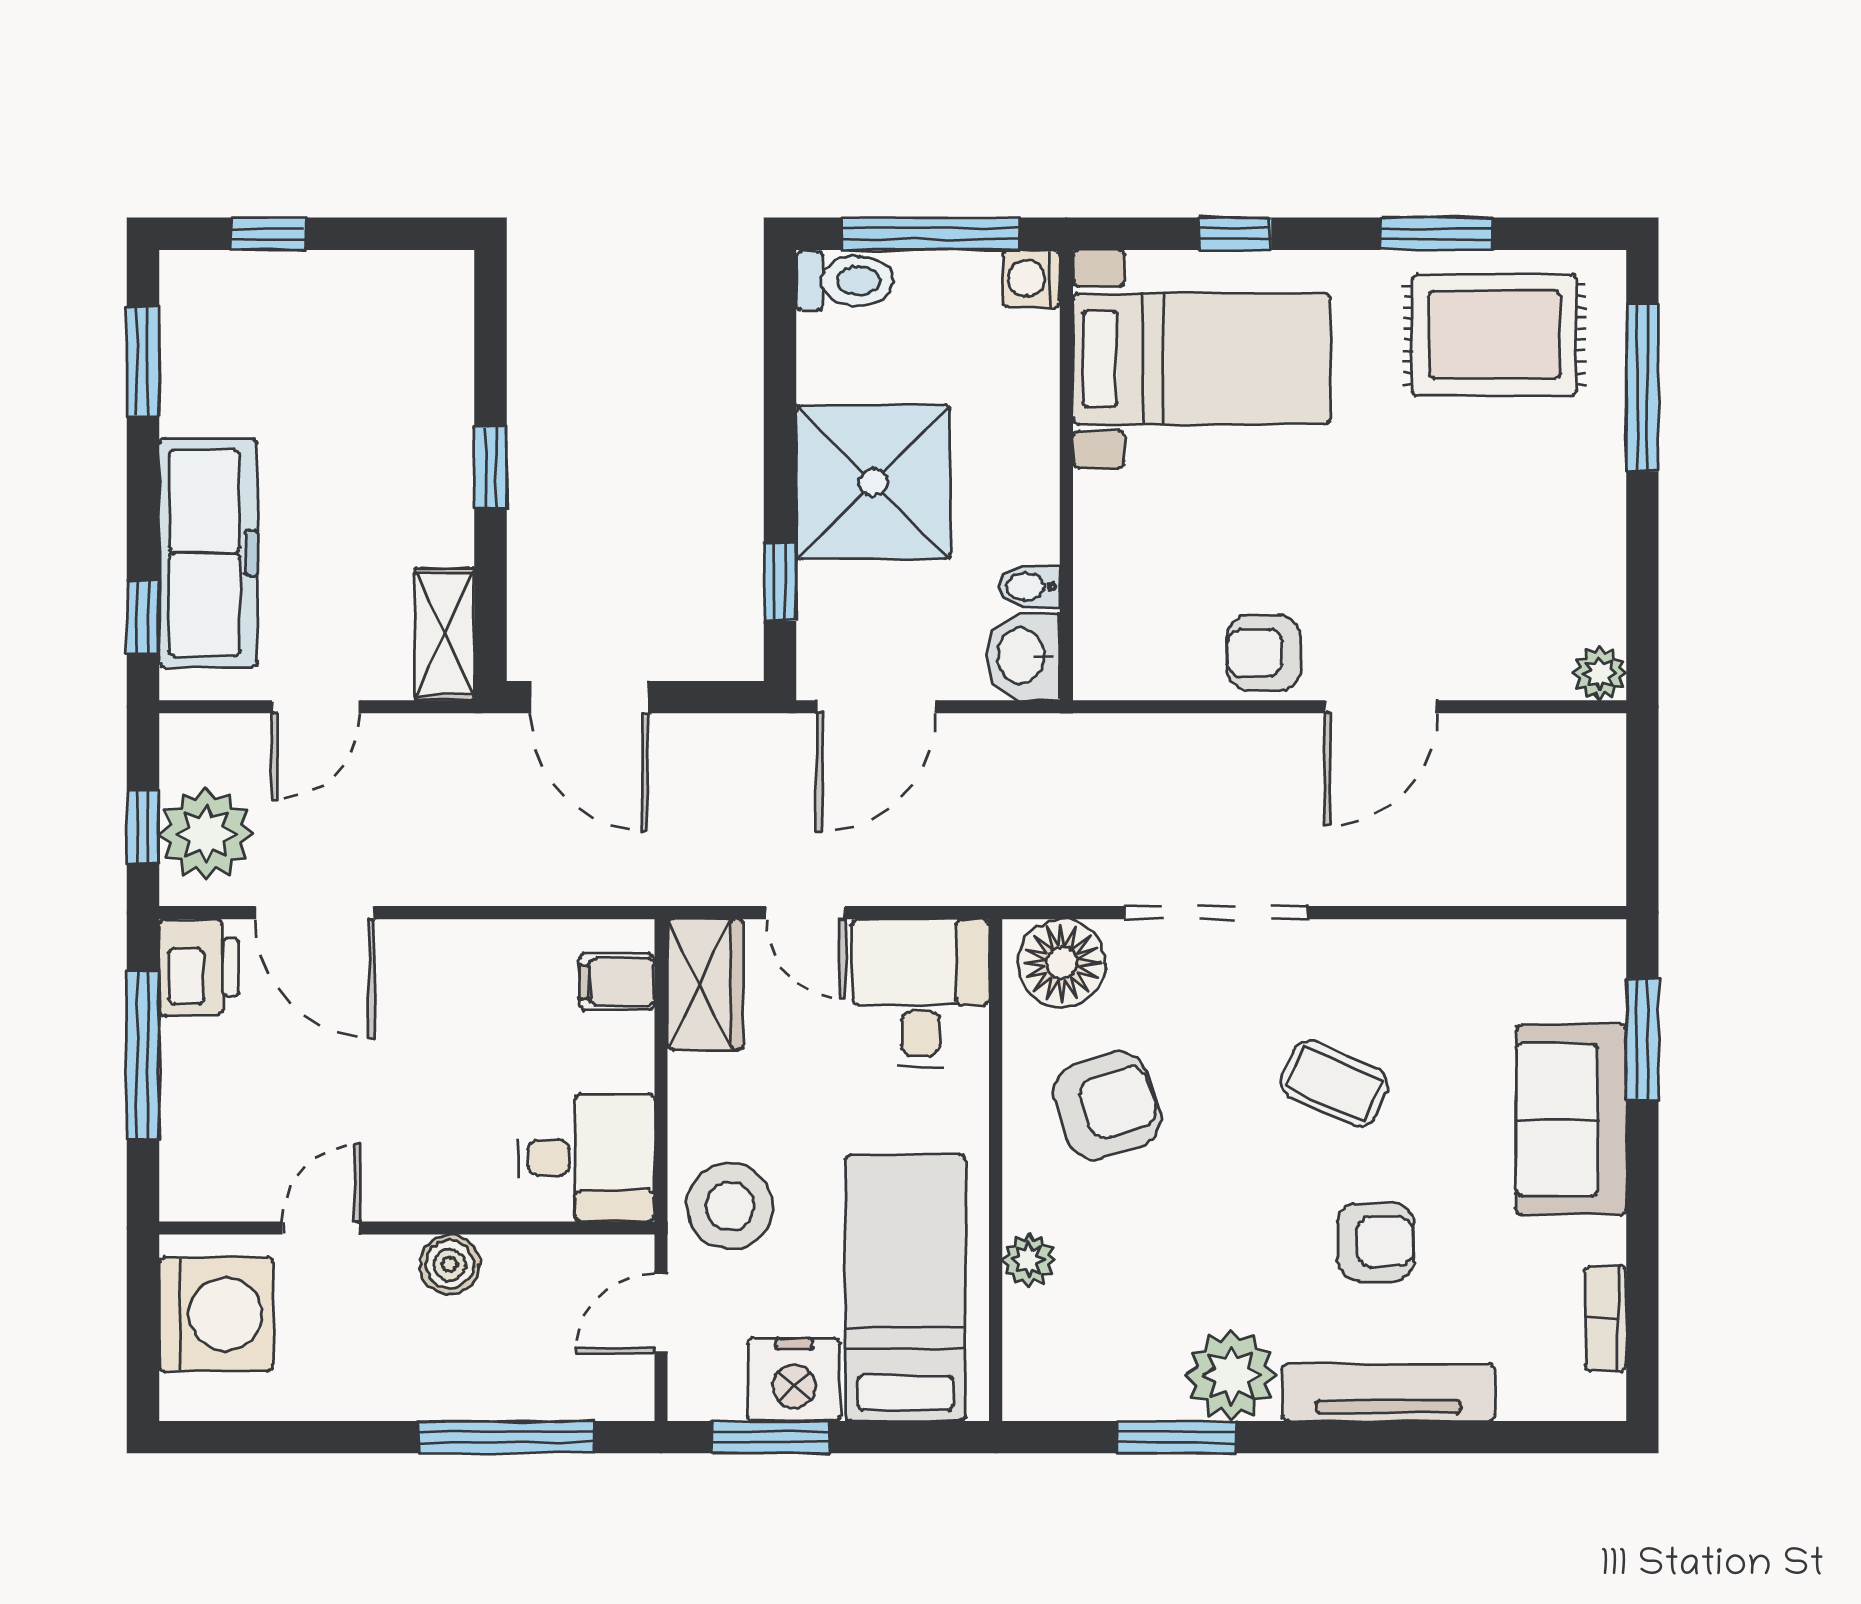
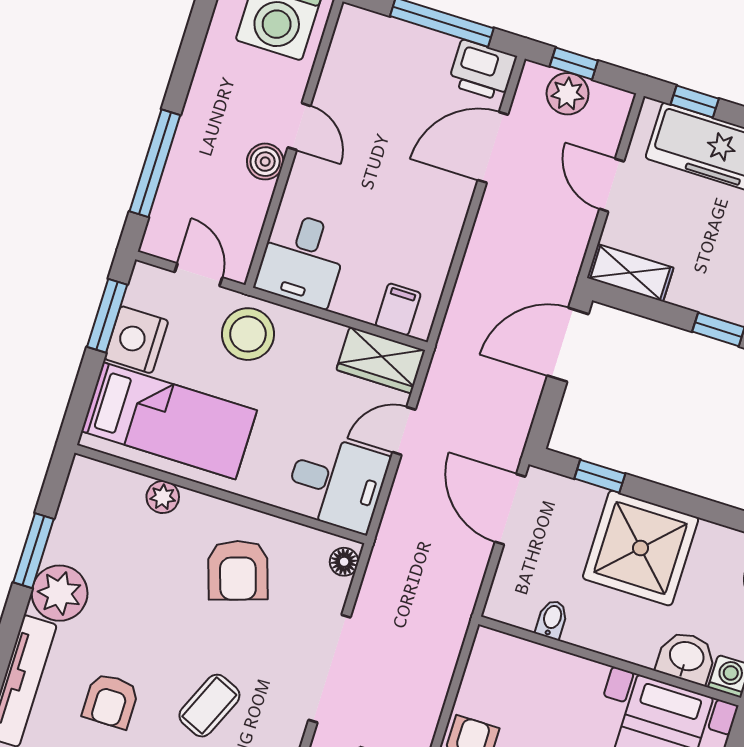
washbasin: (1023, 656) -> (686, 657), moved
plant: (206, 834) -> (568, 94), width x0.73, depth x0.73
floor lamp: (1062, 963) -> (344, 562), width x0.53, depth x0.53
door: (321, 1228) -> (299, 127), moved

